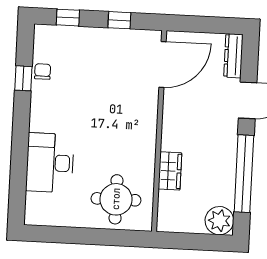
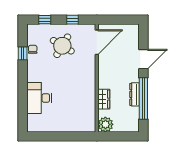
dresser: (233, 56) -> (135, 94), moved
round table: (116, 199) -> (62, 46), moved, turned 31
plant: (219, 221) -> (105, 124), moved

